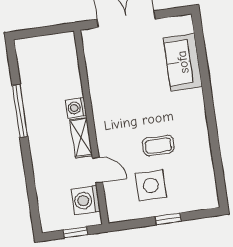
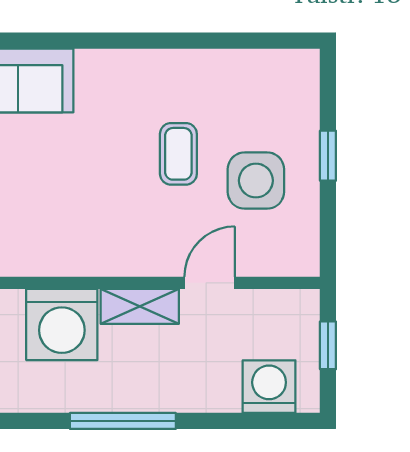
washing machine: (76, 108) -> (62, 324), width x1.89, depth x1.89
window: (20, 111) -> (123, 421), moved
washing machine: (86, 200) -> (269, 387), moved, turned 180

